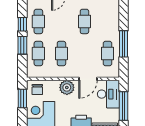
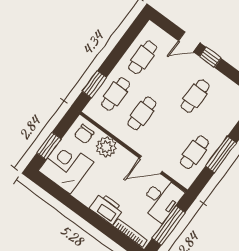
window: (22, 24) -> (122, 47), removed
window: (22, 45) -> (94, 84), moved
plant: (67, 87) -> (106, 147), moved
window: (22, 99) -> (49, 146), moved

